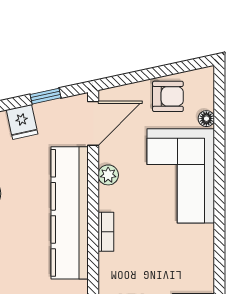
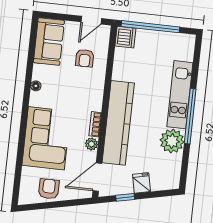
armchair: (168, 96) -> (49, 189), turned 90
floor lamp: (206, 119) -> (36, 86), moved
bookcase: (106, 232) -> (95, 124), moved

